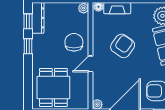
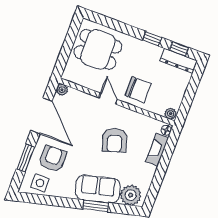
armchair: (123, 46) -> (114, 140), turned 37

